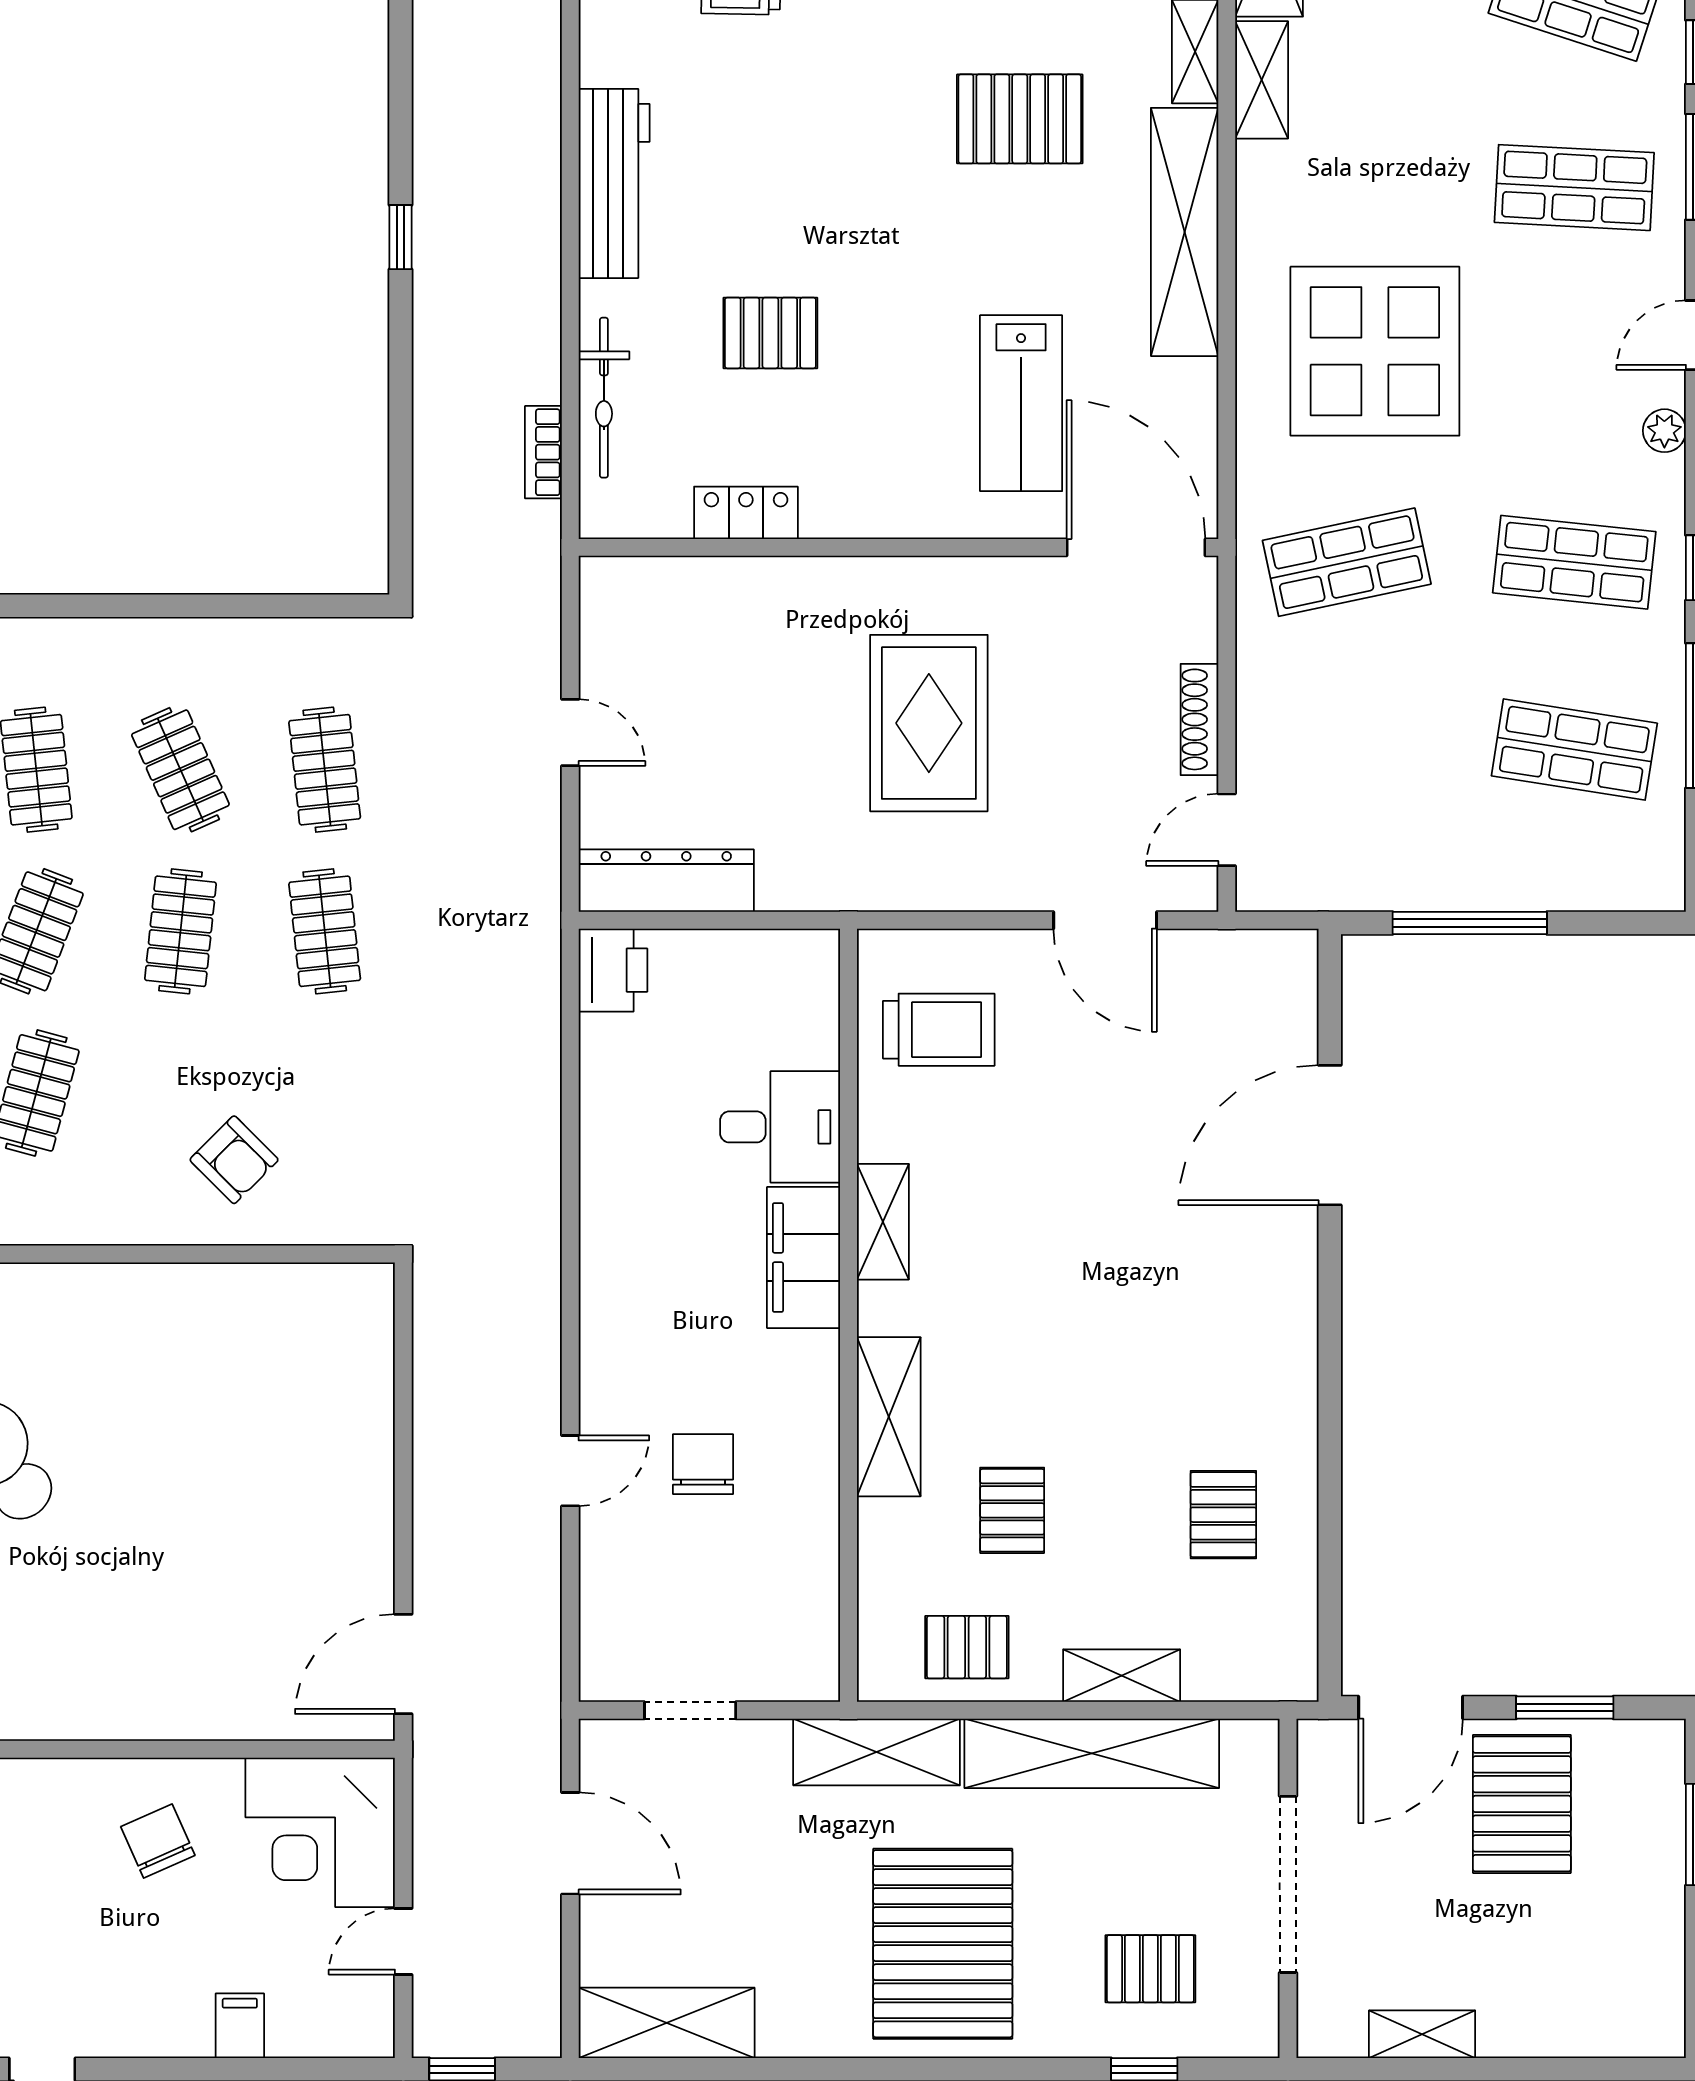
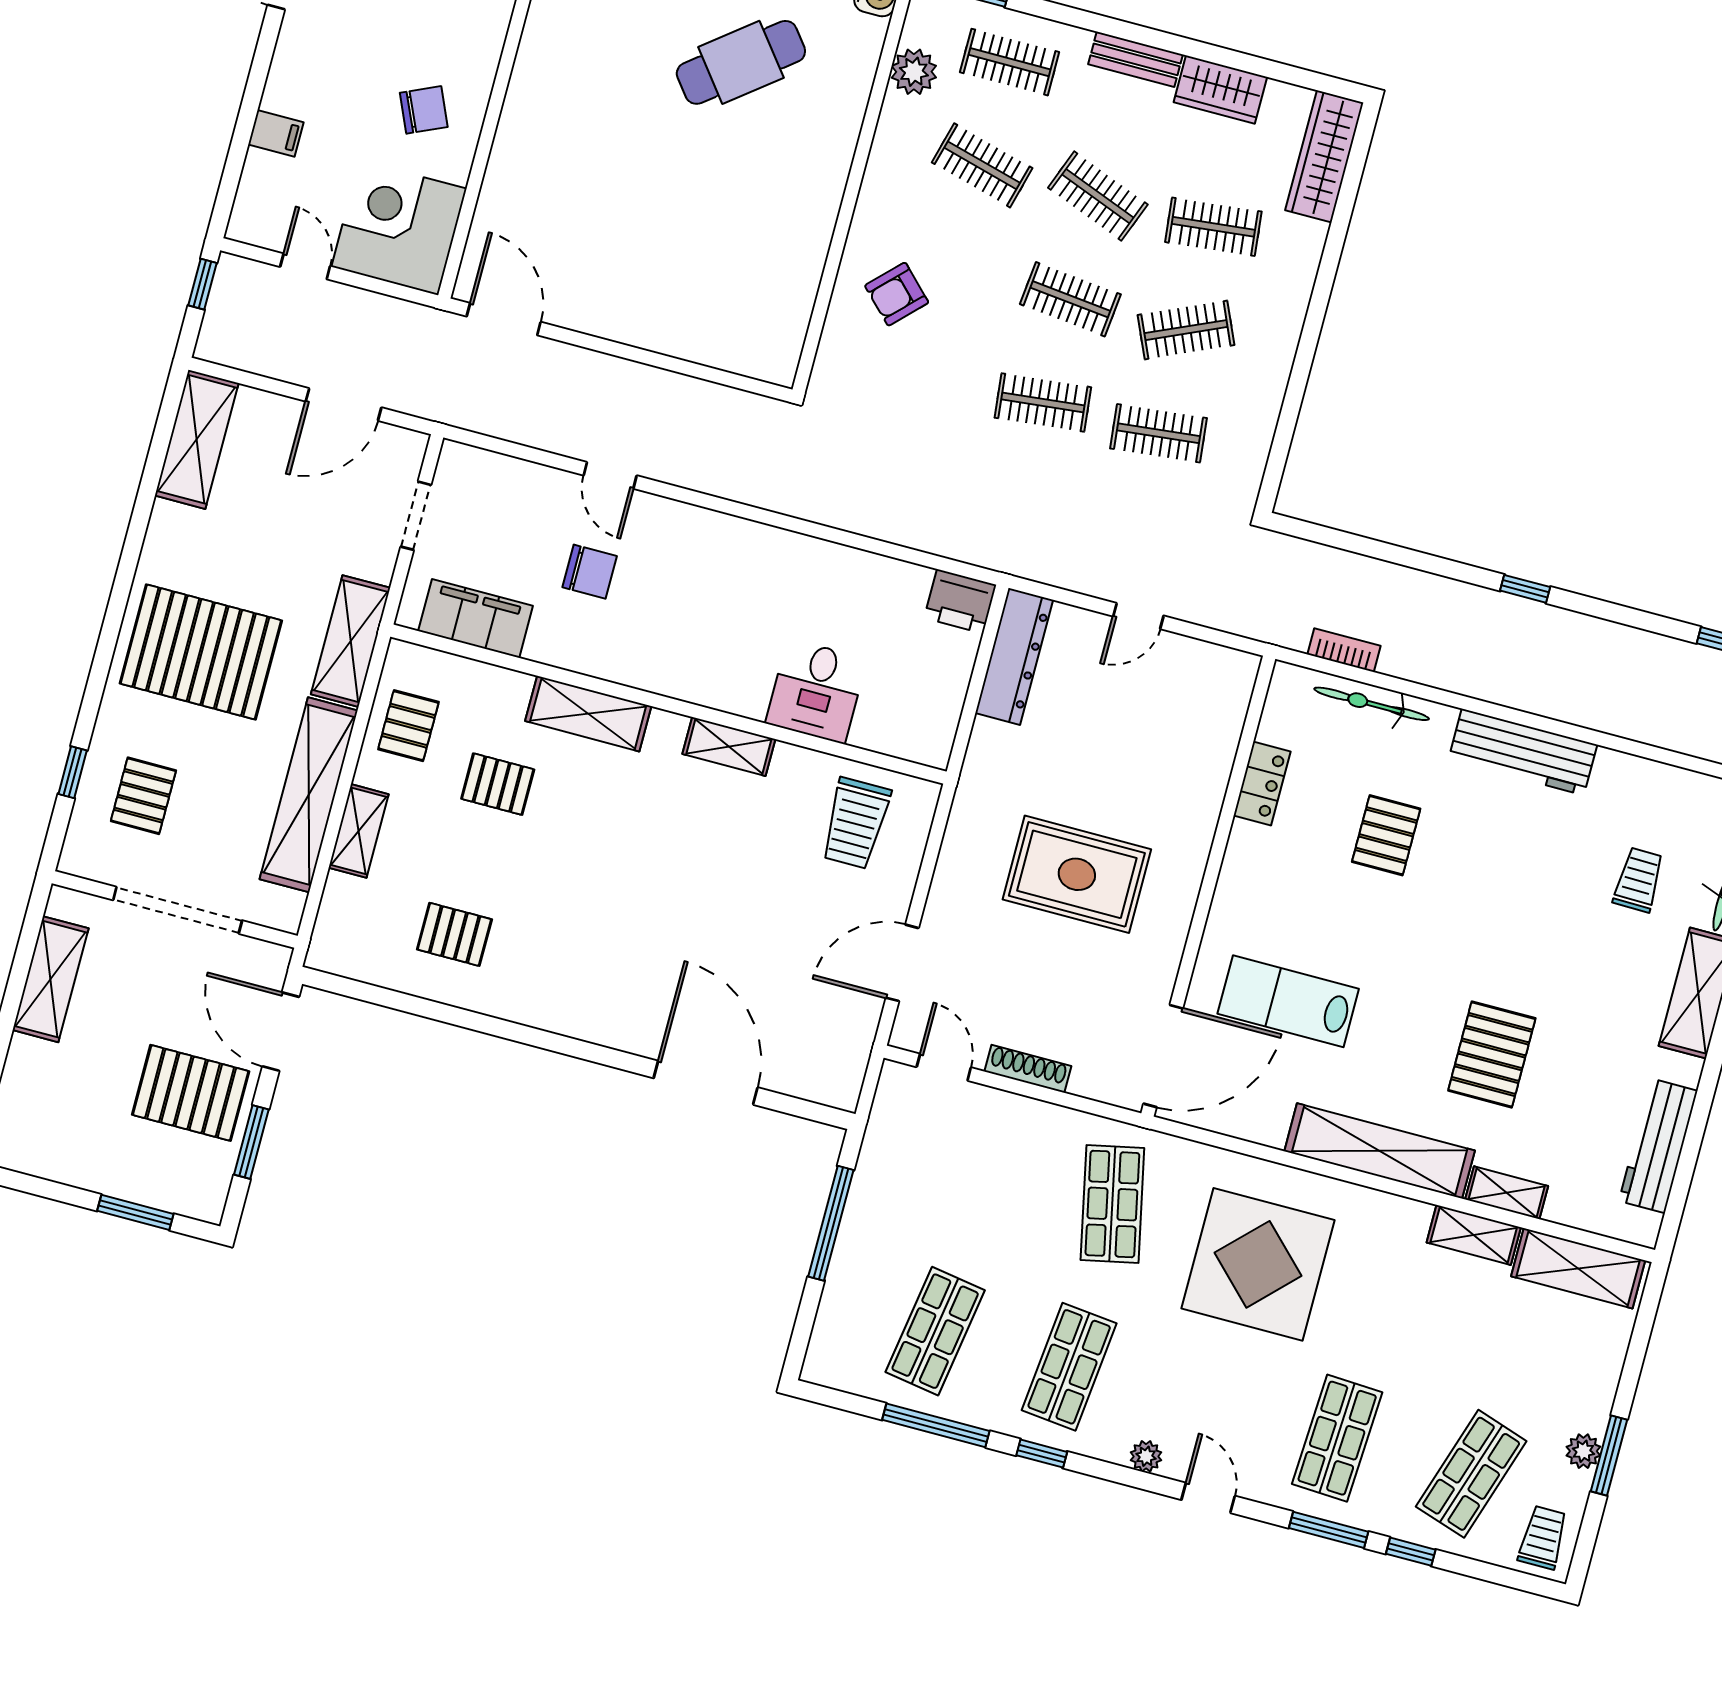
filing cabinet: (804, 1258) -> (476, 618), moved
shelving: (1422, 2034) -> (51, 979), width x1.50, depth x1.33

